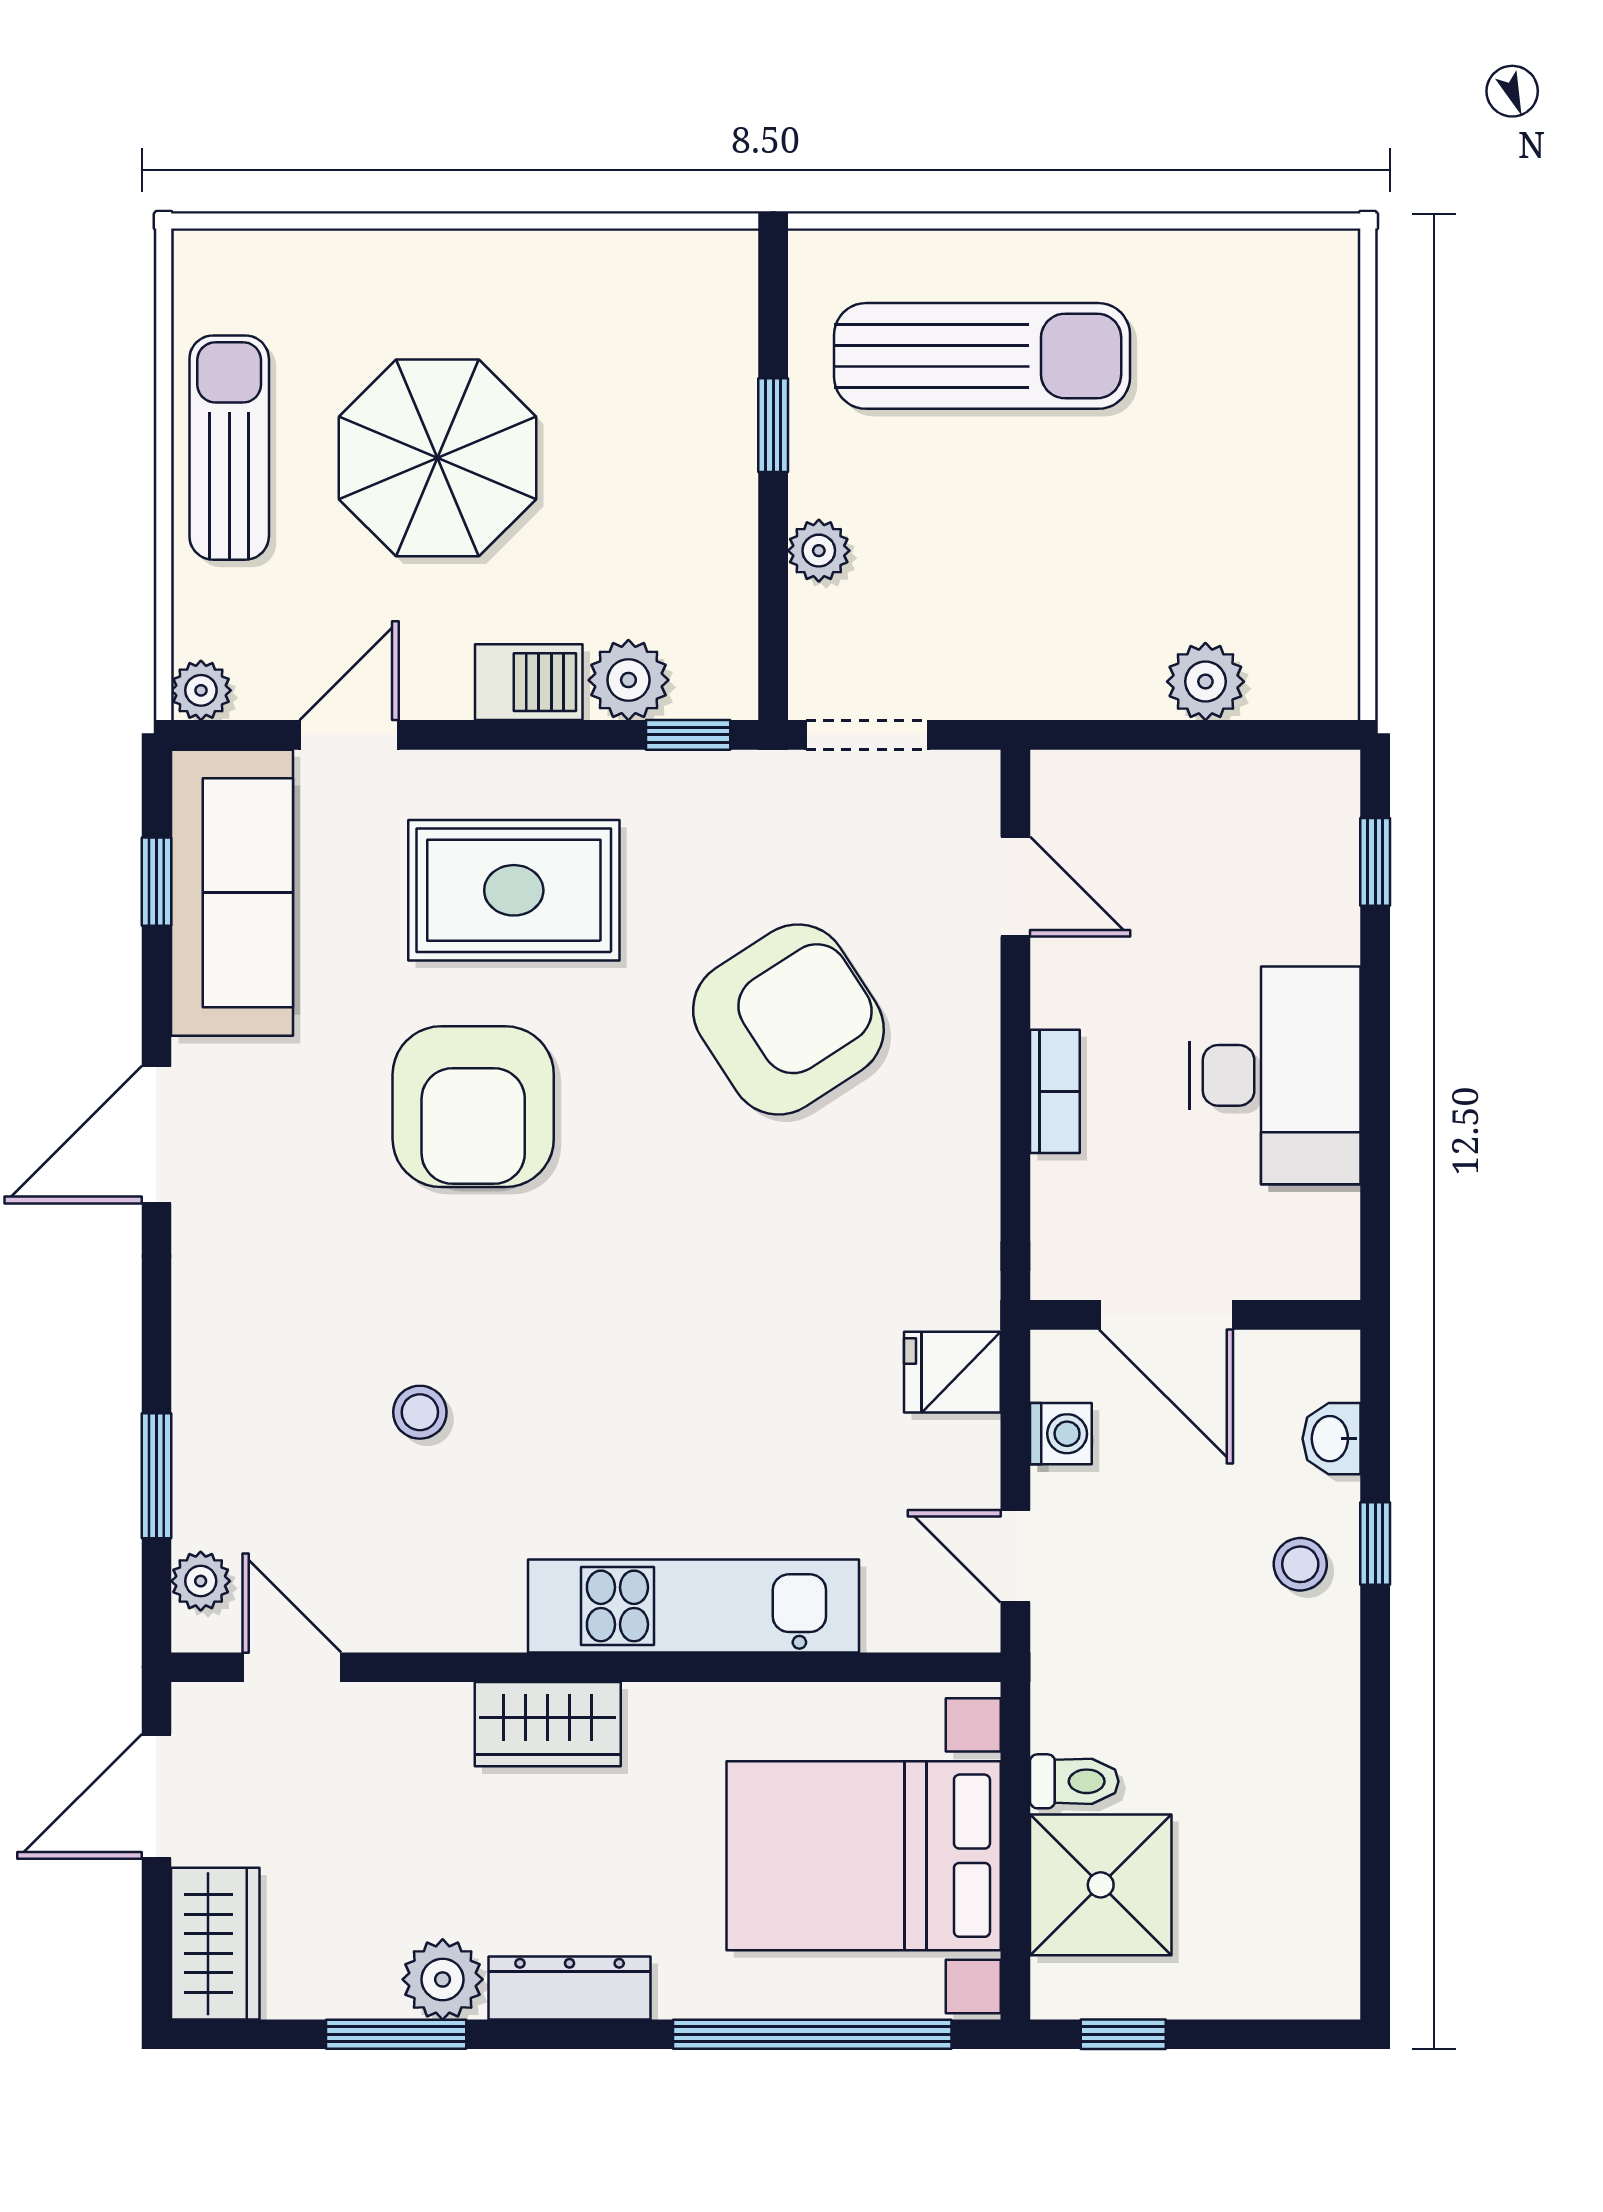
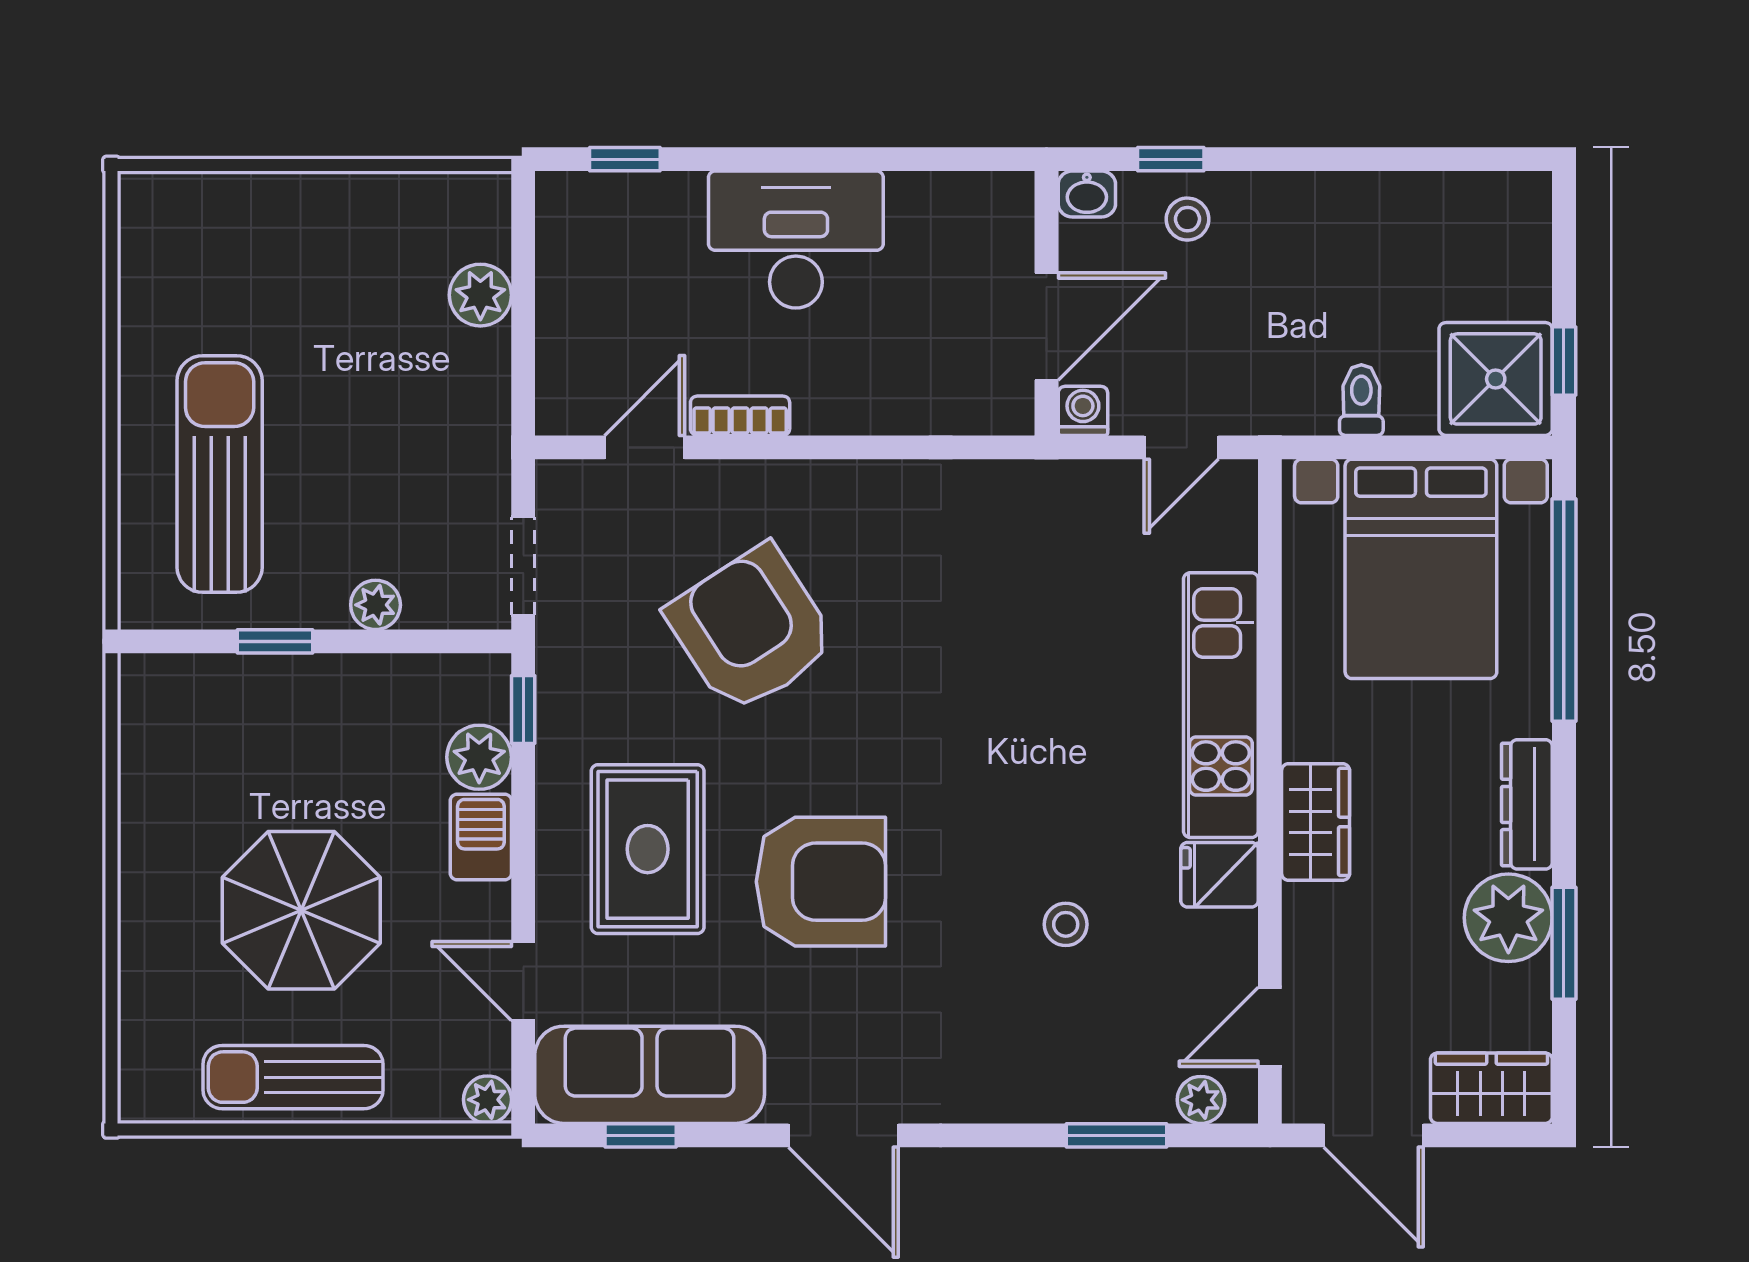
bookcase: (1055, 1091) -> (740, 416), moved
door: (1166, 1315) -> (1046, 327), moved
wall: (1195, 1315) -> (1046, 303), moved
fridge: (952, 1372) -> (1220, 875), moved, turned 90
shower: (1101, 1885) -> (1496, 379), moved
plant: (443, 1979) -> (1508, 918), width x1.36, depth x1.36

